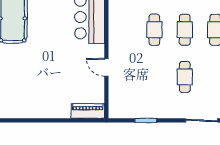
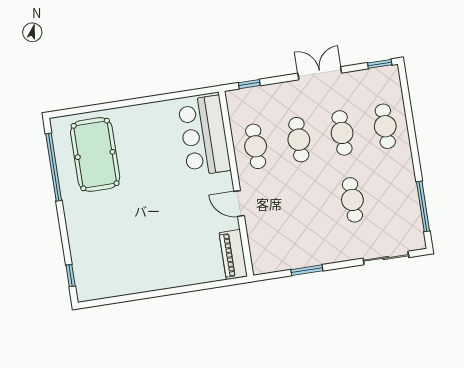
cafe table: (124, 30) -> (256, 146), added
piano: (88, 111) -> (233, 254), moved, turned -90

